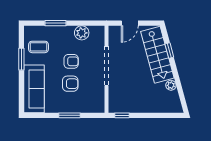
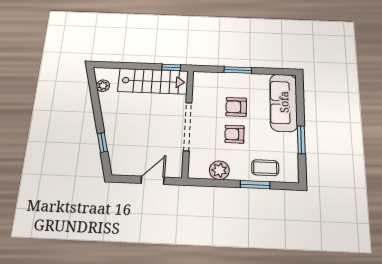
coffee table: (38, 47) -> (265, 168), moved
stairs: (157, 55) -> (153, 81), moved, turned 105
plant: (171, 85) -> (103, 86), moved

